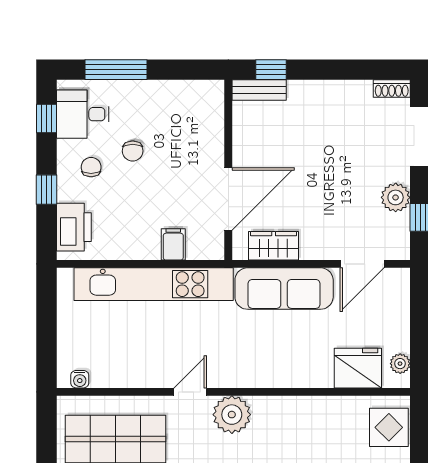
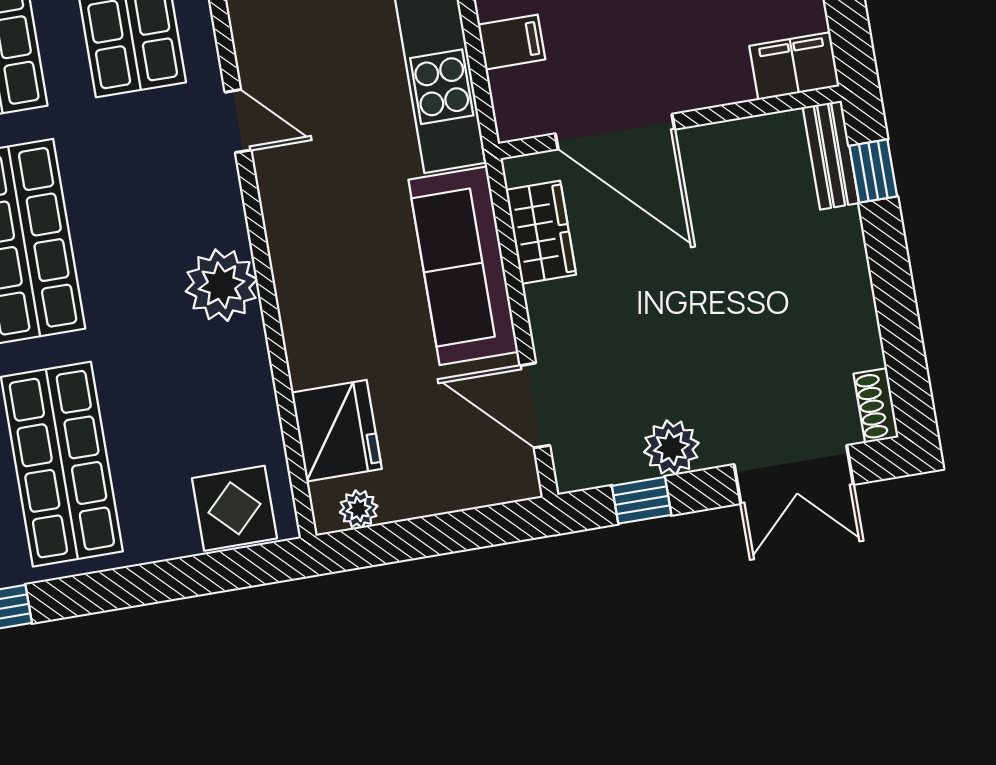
filing cabinet: (210, 101) -> (794, 66), added
plant: (232, 415) -> (222, 285), moved

